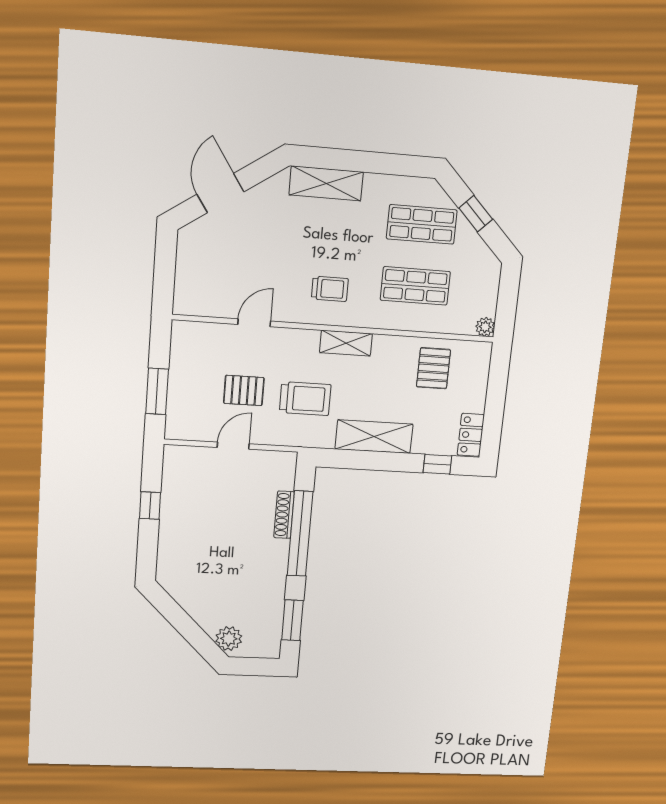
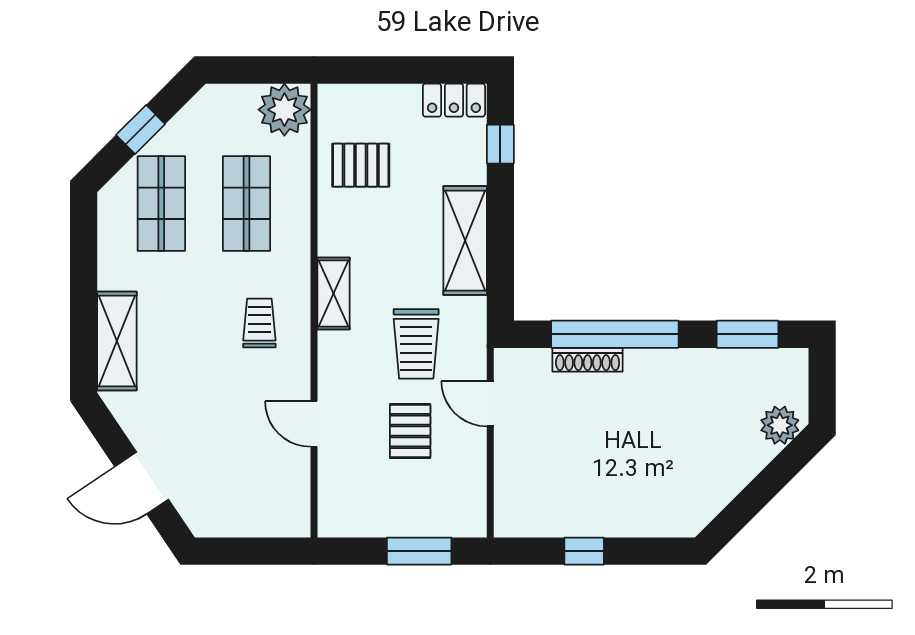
plant: (485, 327) -> (284, 110), width x1.87, depth x1.87
trolley: (305, 399) -> (416, 344), turned 180
door: (233, 446) -> (490, 404), moved

